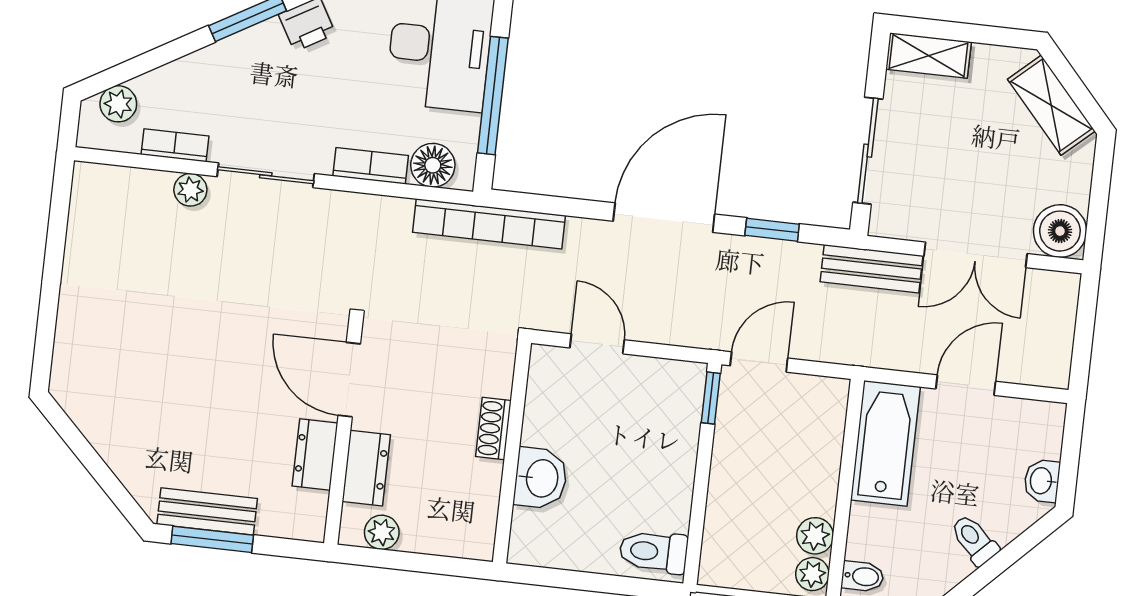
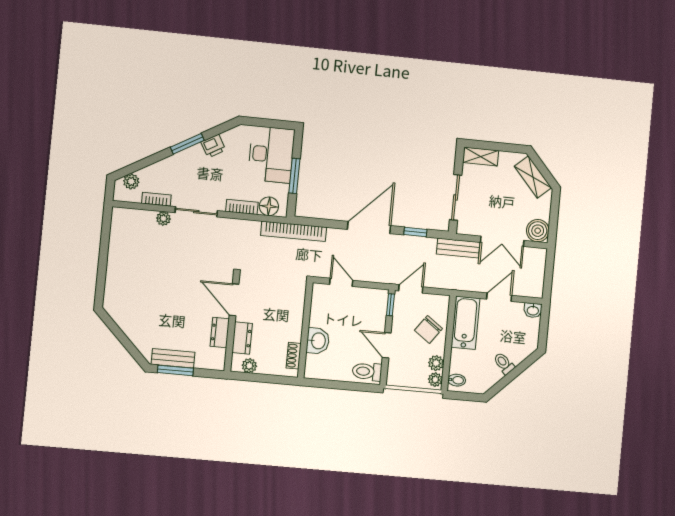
window: (493, 96) -> (294, 176), width x0.69
shoe rack: (493, 428) -> (294, 356), moved
chair: (799, 457) -> (429, 329), added
washbasin: (1042, 481) -> (533, 310), moved, turned -90
door: (700, 492) -> (387, 345), added

